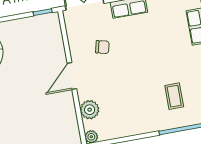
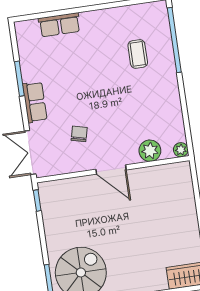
coffee table: (174, 96) -> (138, 54), turned 90

